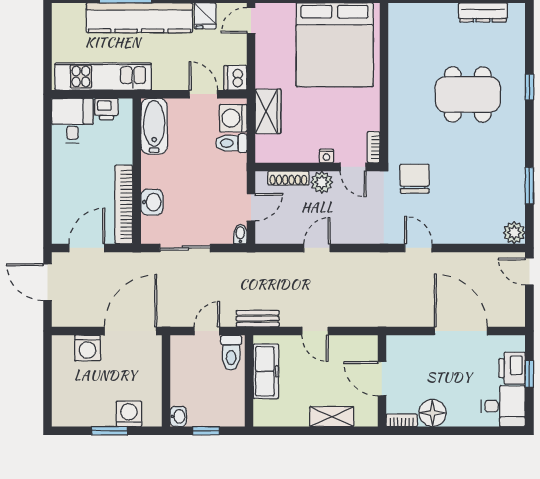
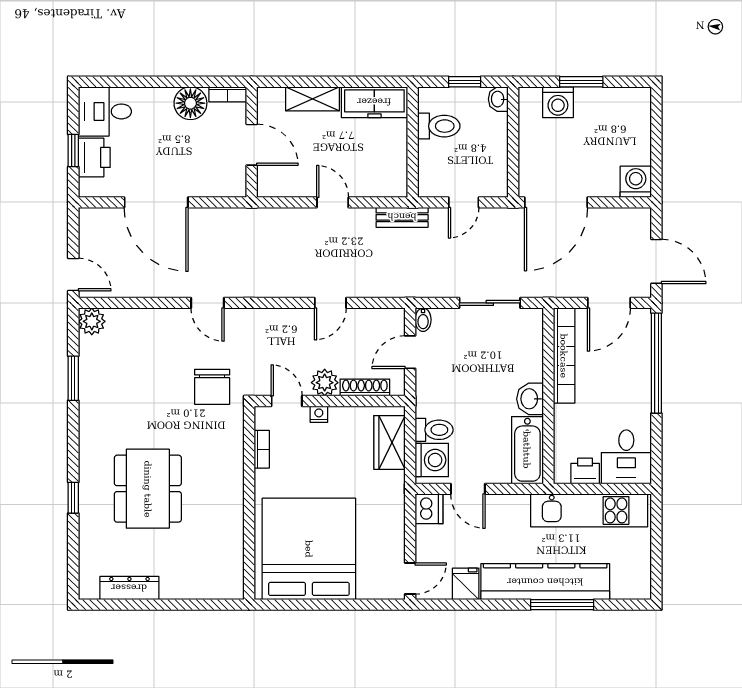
dining table: (468, 94) -> (148, 489), turned 90
wardrobe: (268, 111) -> (389, 442), moved
bookcase: (374, 147) -> (262, 449), moved
window: (48, 198) -> (656, 363), added
washbasin: (152, 202) -> (530, 399), moved
washing machine: (88, 348) -> (636, 182), moved
toilet: (231, 353) -> (439, 126), moved, turned 90
freezer: (266, 371) -> (374, 102), moved, turned -90

